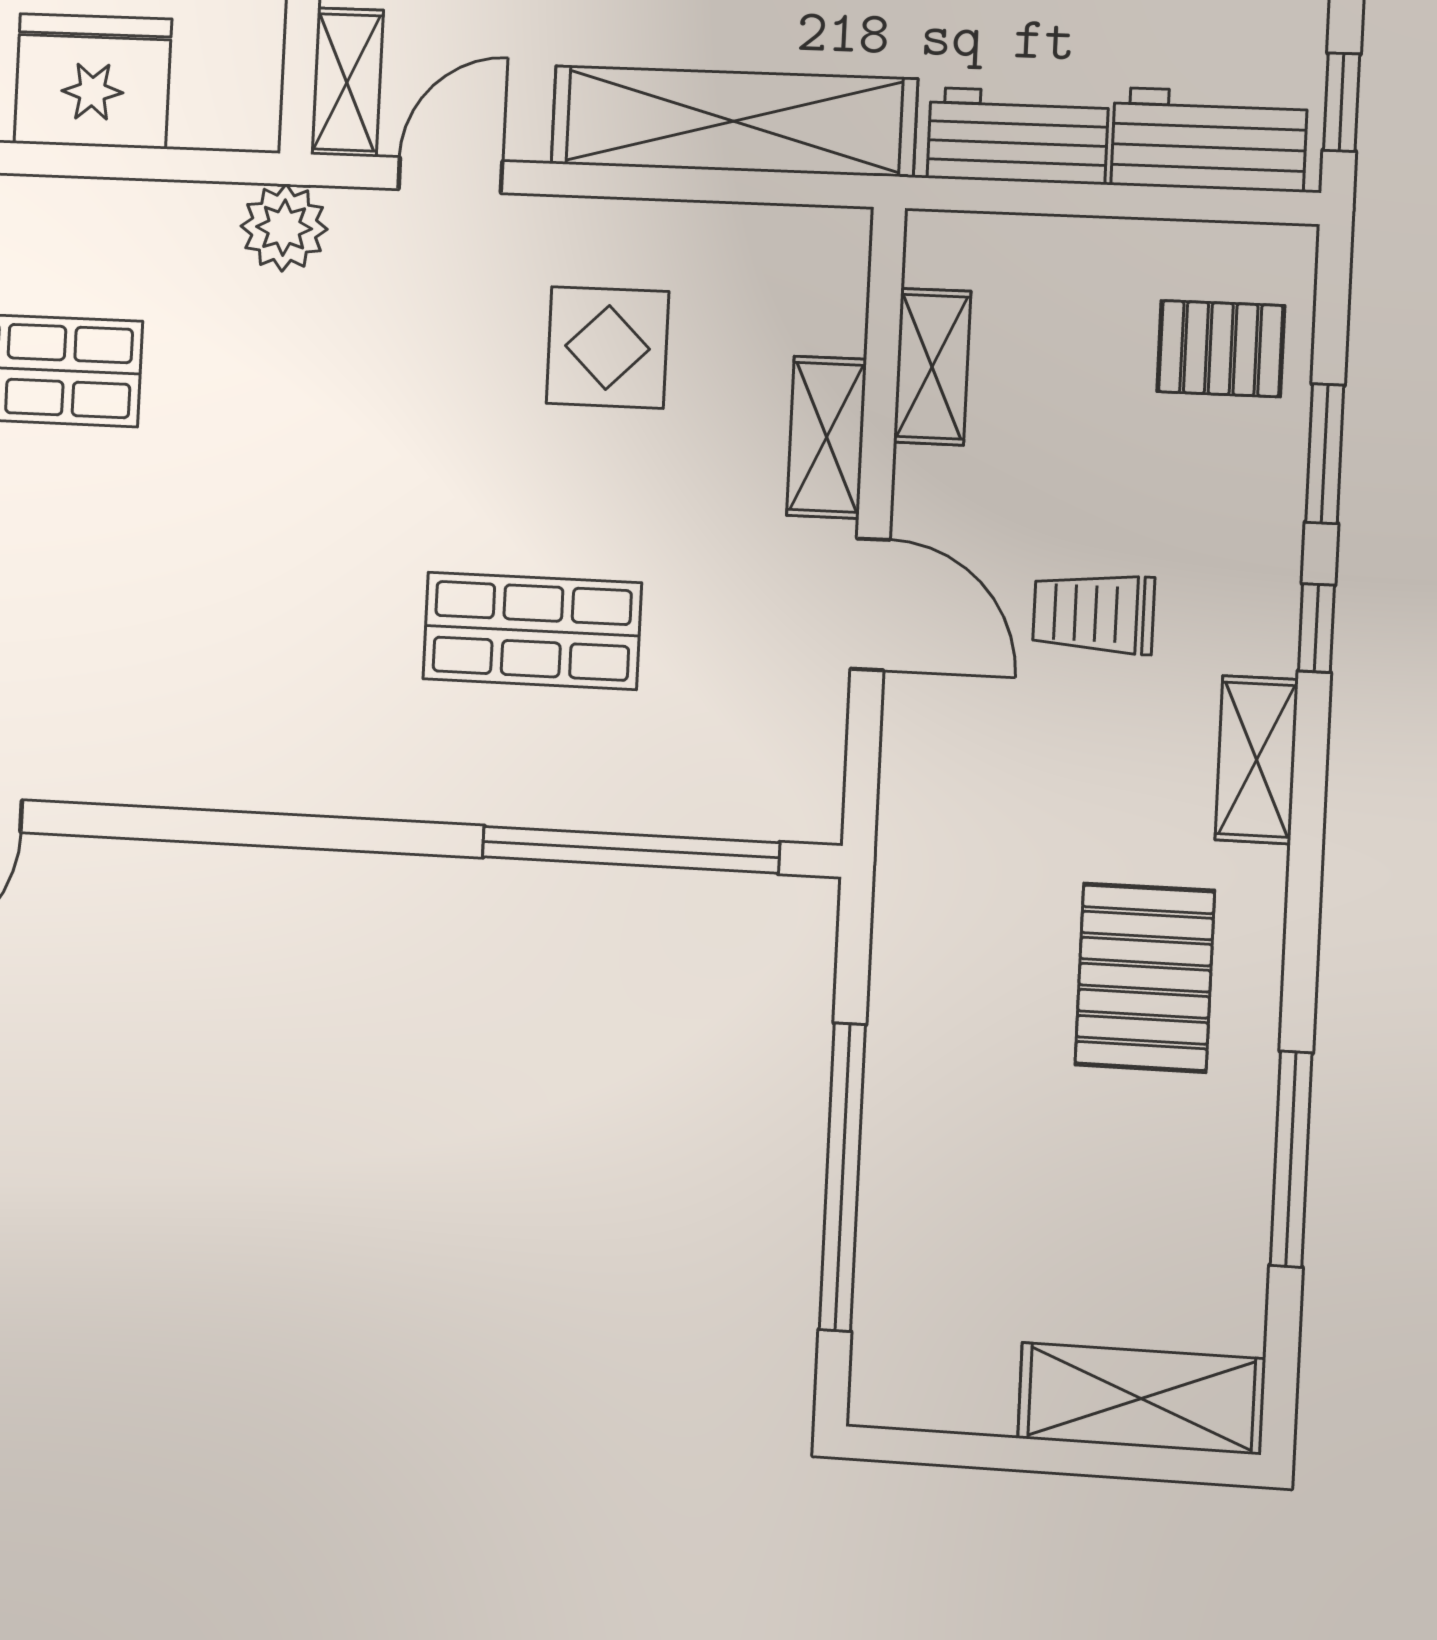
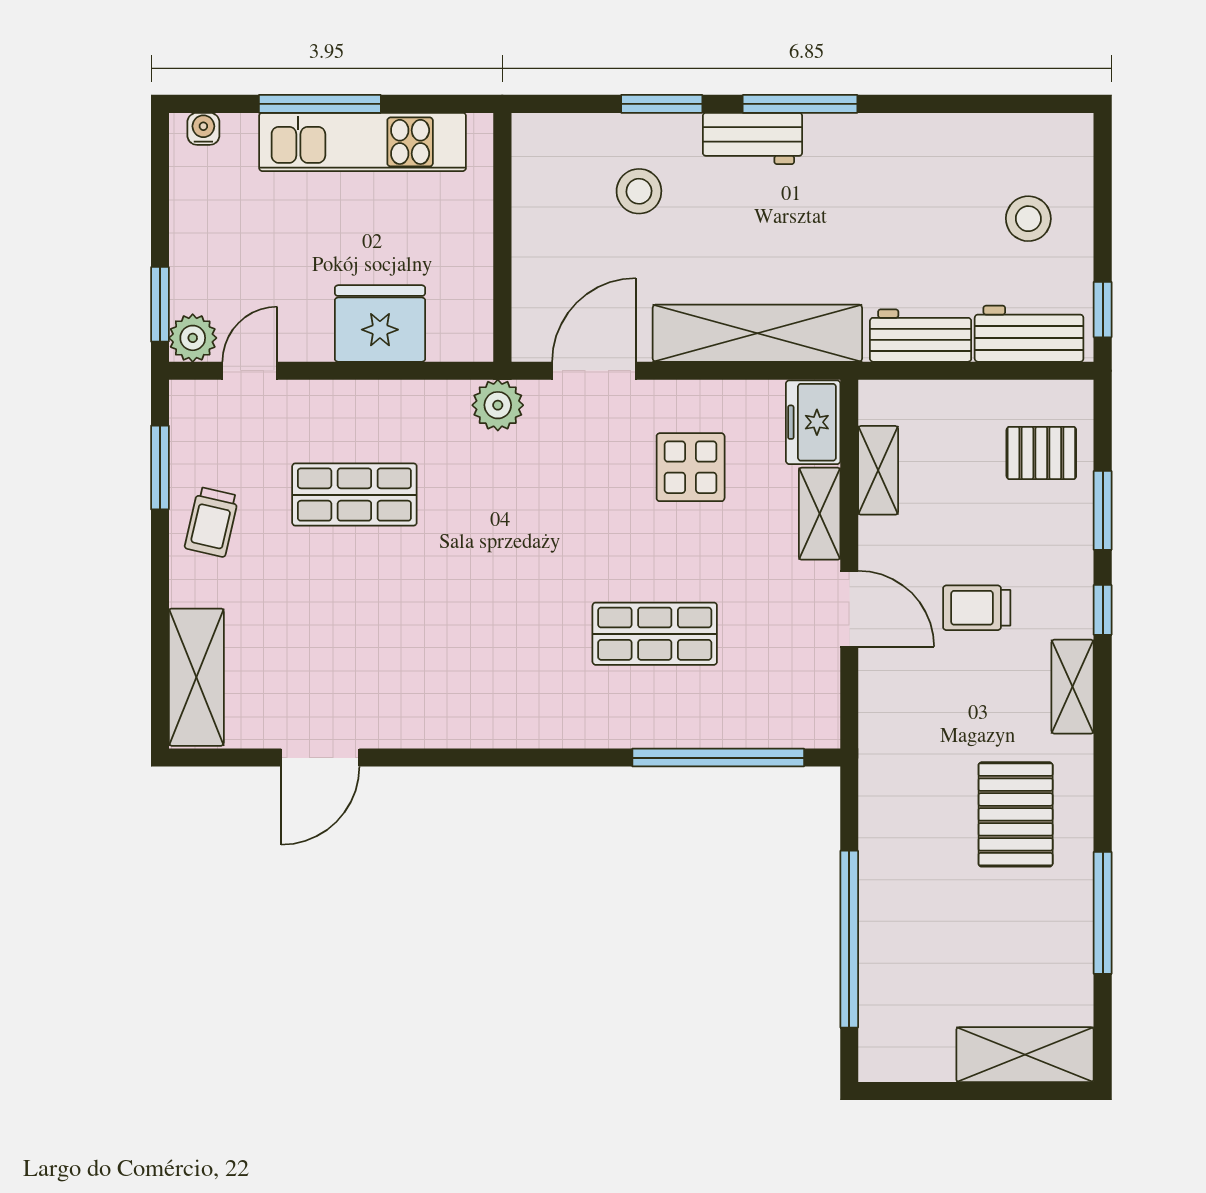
shelving: (347, 82) -> (531, 319), removed
door: (450, 175) -> (594, 371), width x1.38
freezer: (823, 279) -> (813, 422), added

